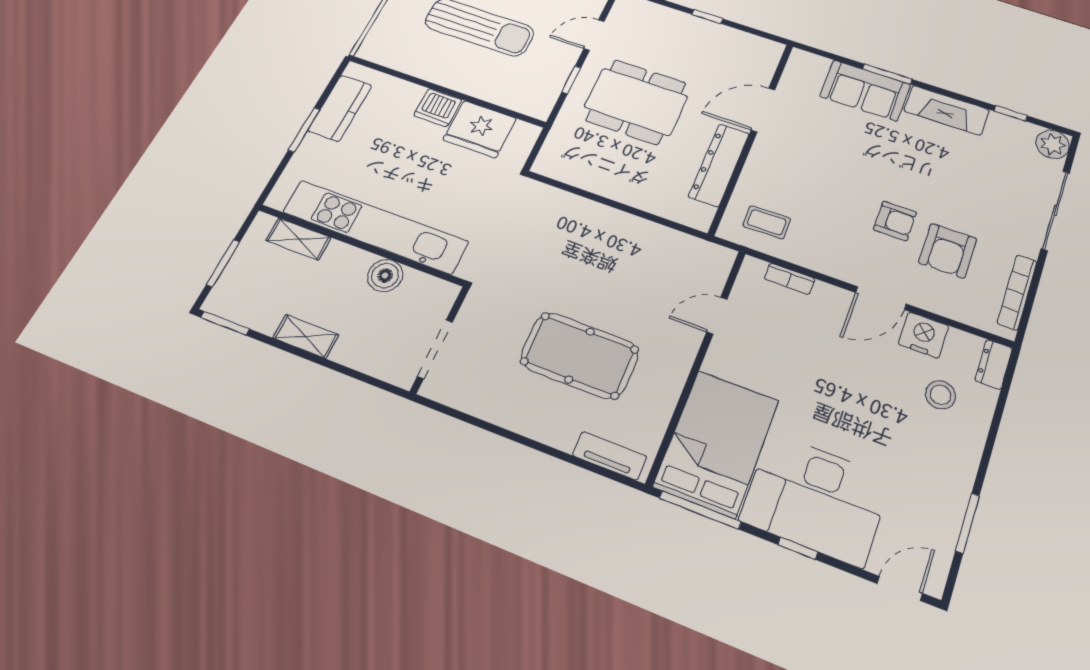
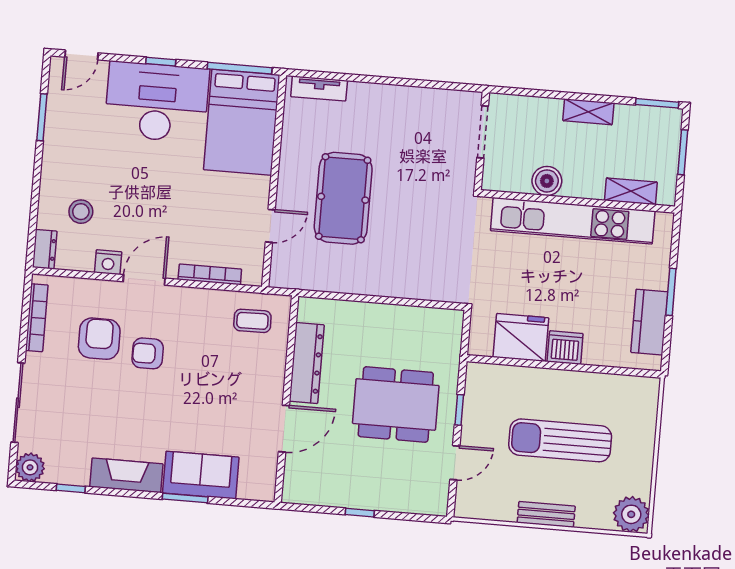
bookcase: (790, 279) -> (210, 274), width x1.56
nightstand: (923, 335) -> (108, 262), width x0.74, depth x0.75
pool table: (580, 355) -> (343, 198), moved, turned 90

